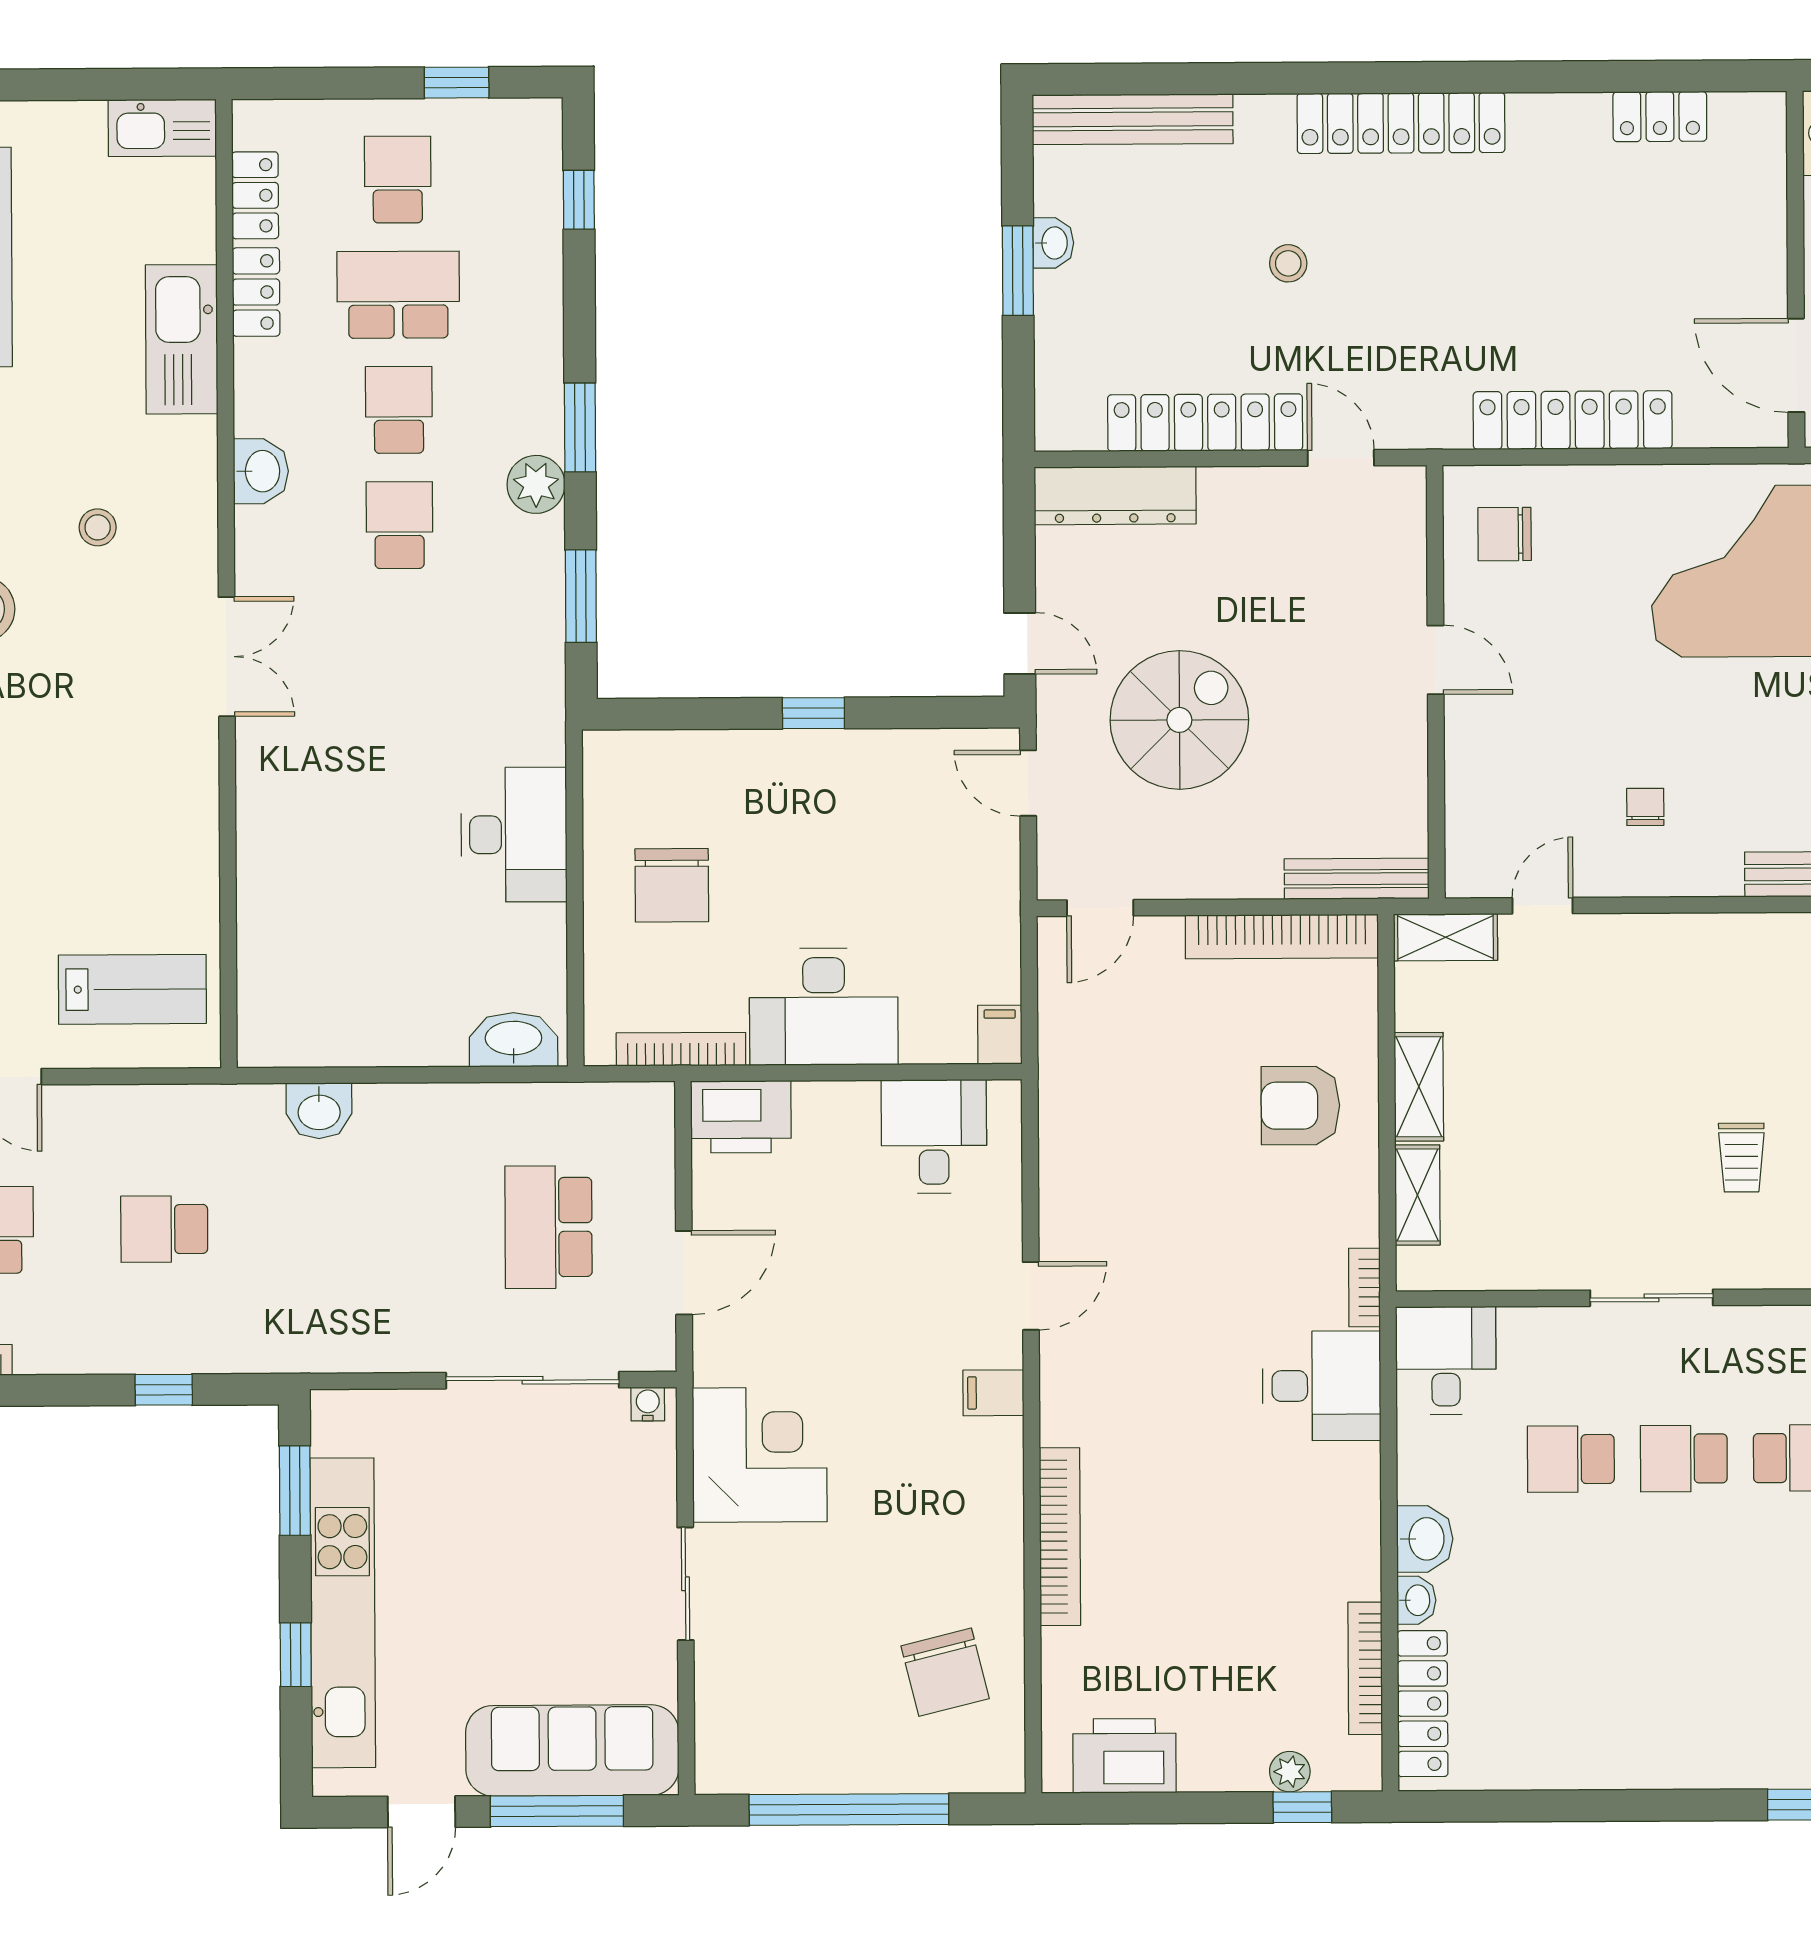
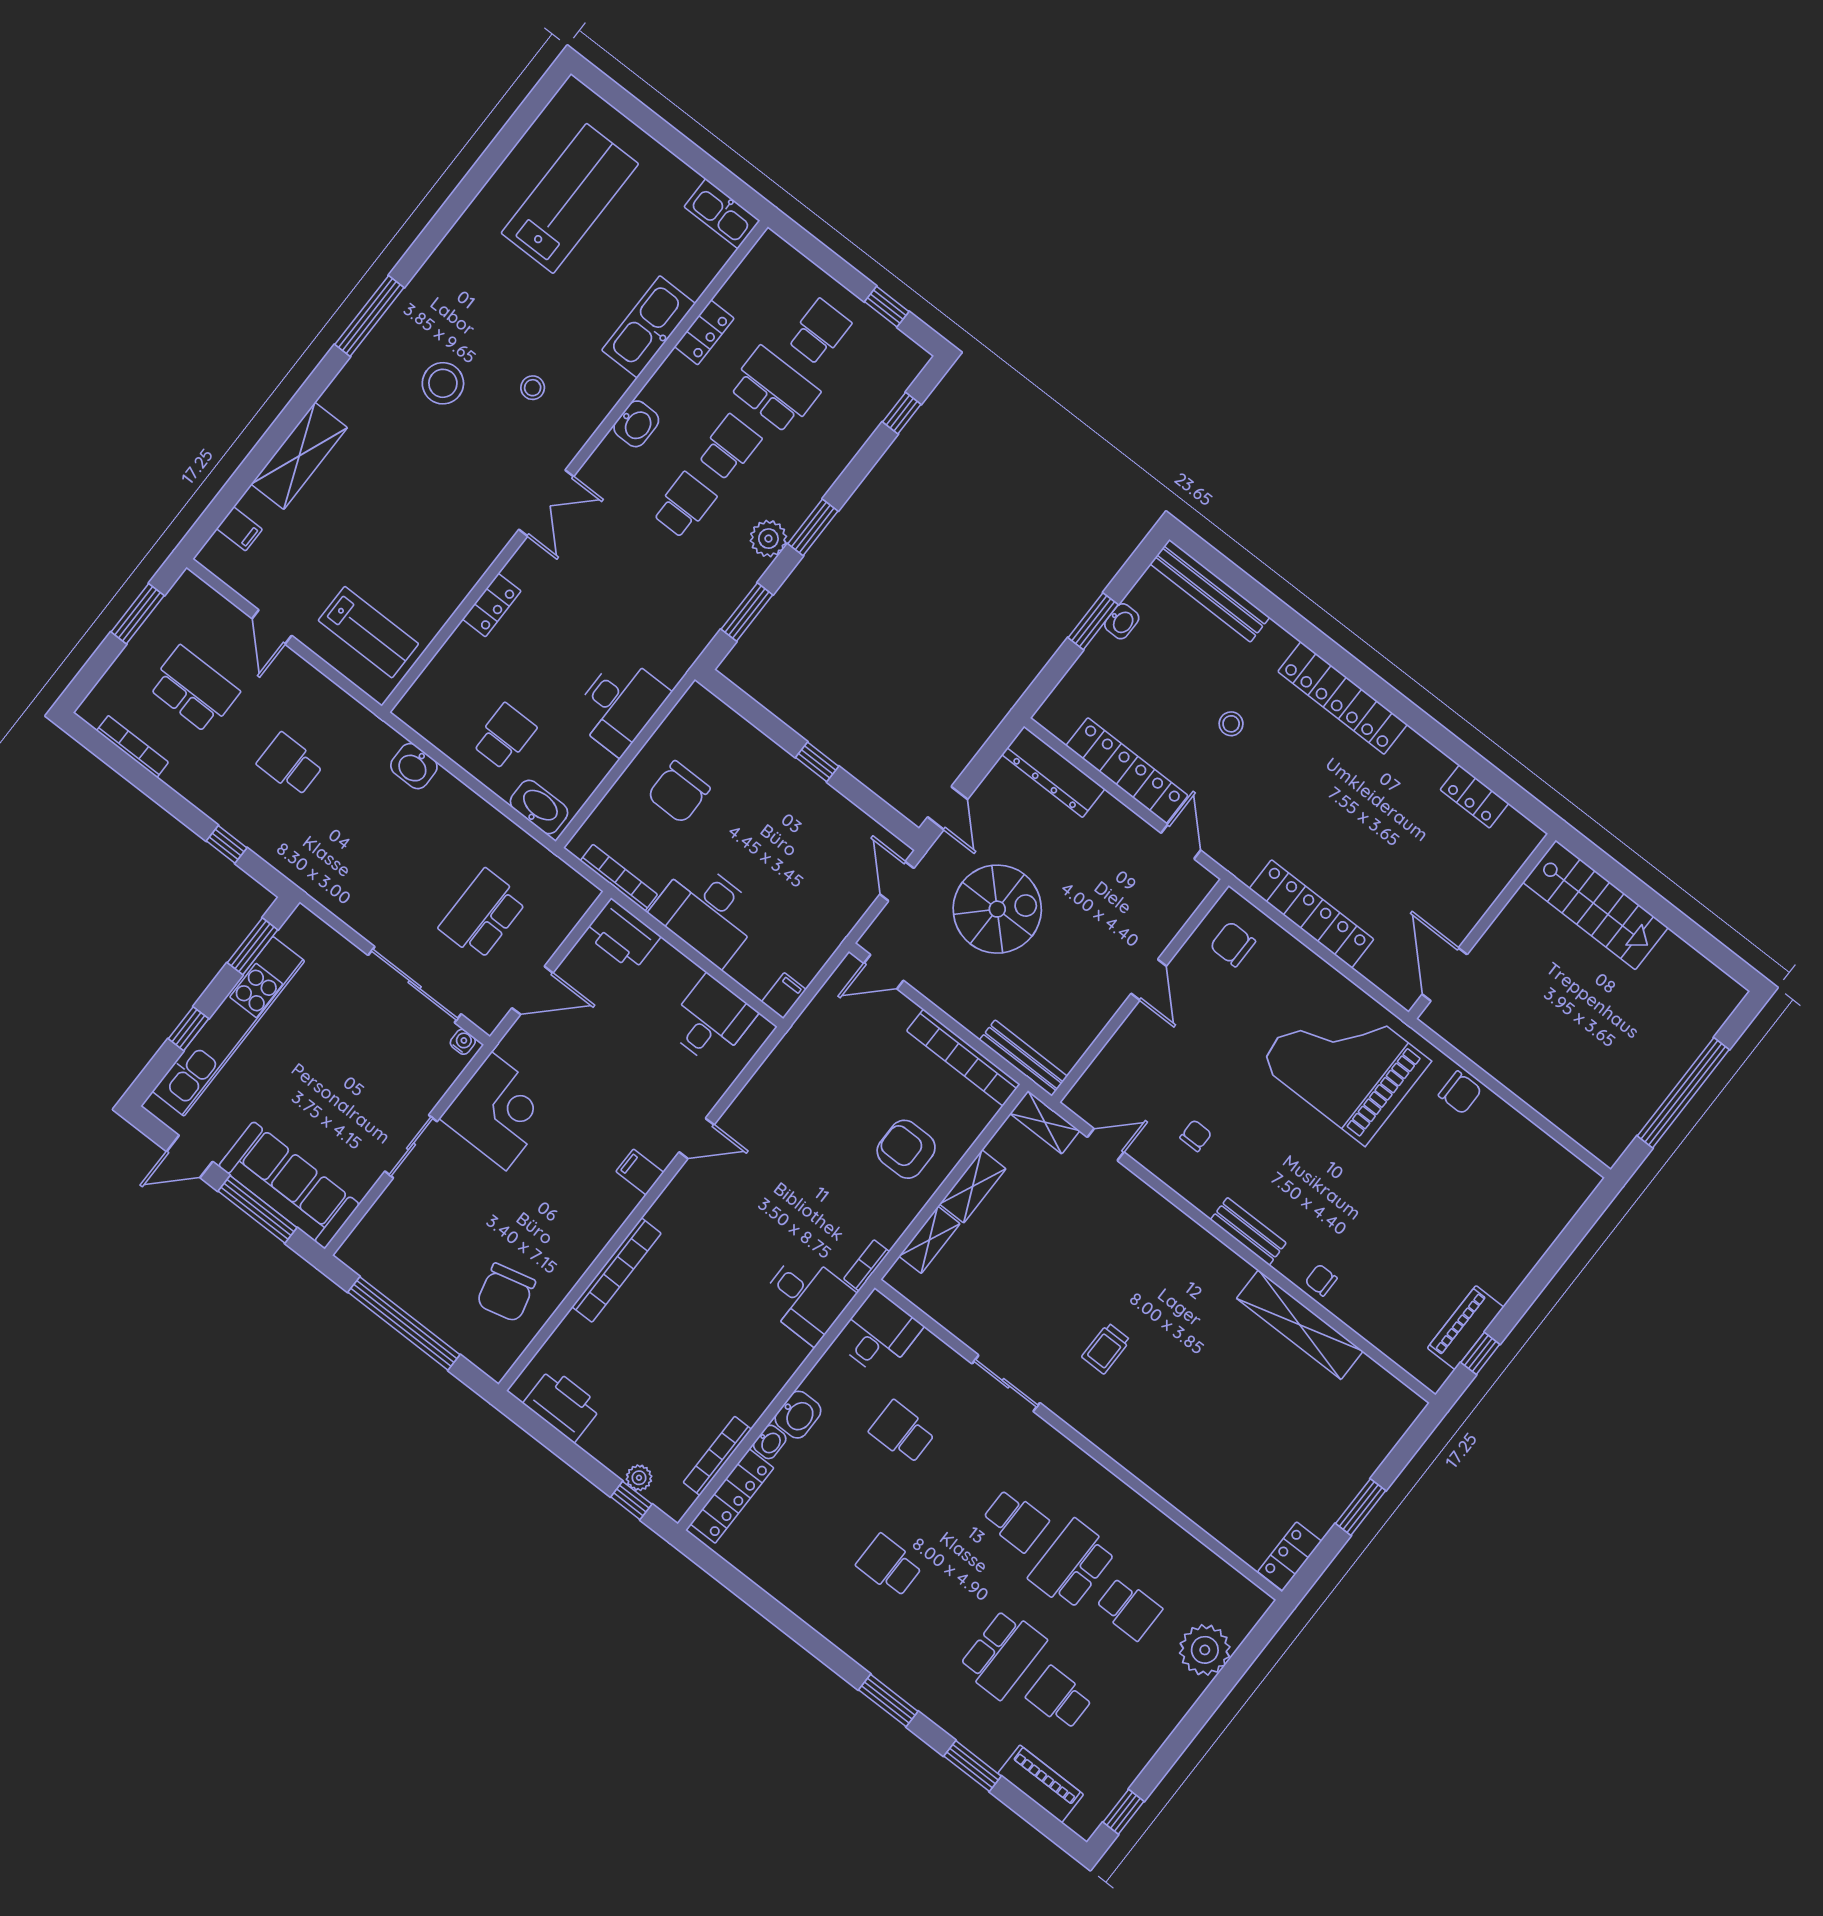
locker: (255, 195) -> (492, 605), moved
school desk: (402, 986) -> (504, 736), added
school desk: (1684, 1459) -> (889, 1566), moved

